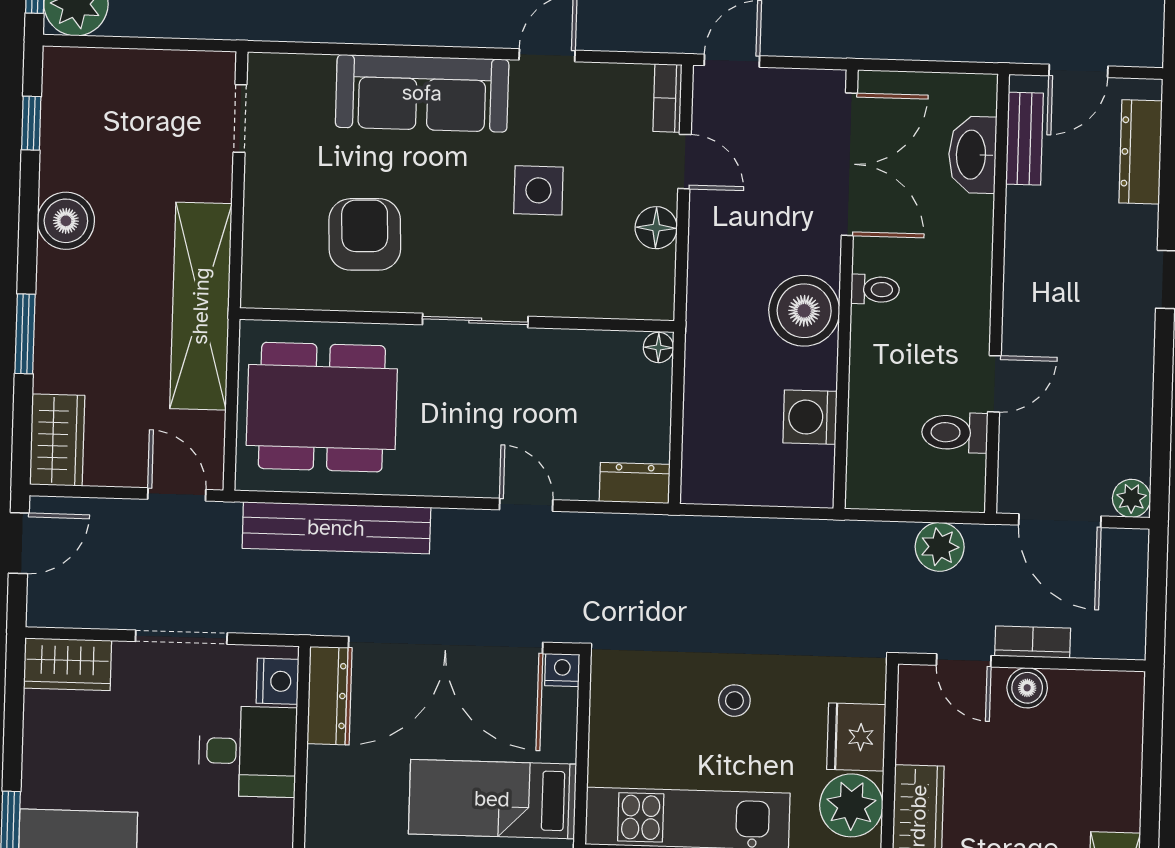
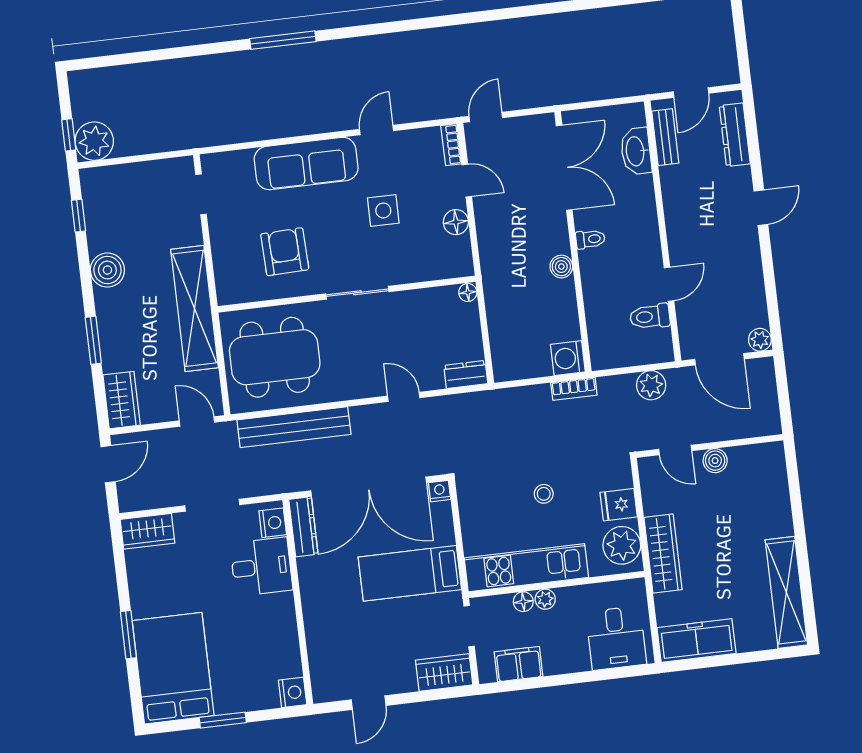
boiler: (804, 311) -> (561, 267), width x0.54, depth x0.54
washing machine: (810, 417) -> (568, 358), moved
bookcase: (1033, 642) -> (574, 389), moved, turned 180
fridge: (856, 737) -> (619, 505), width x0.72

